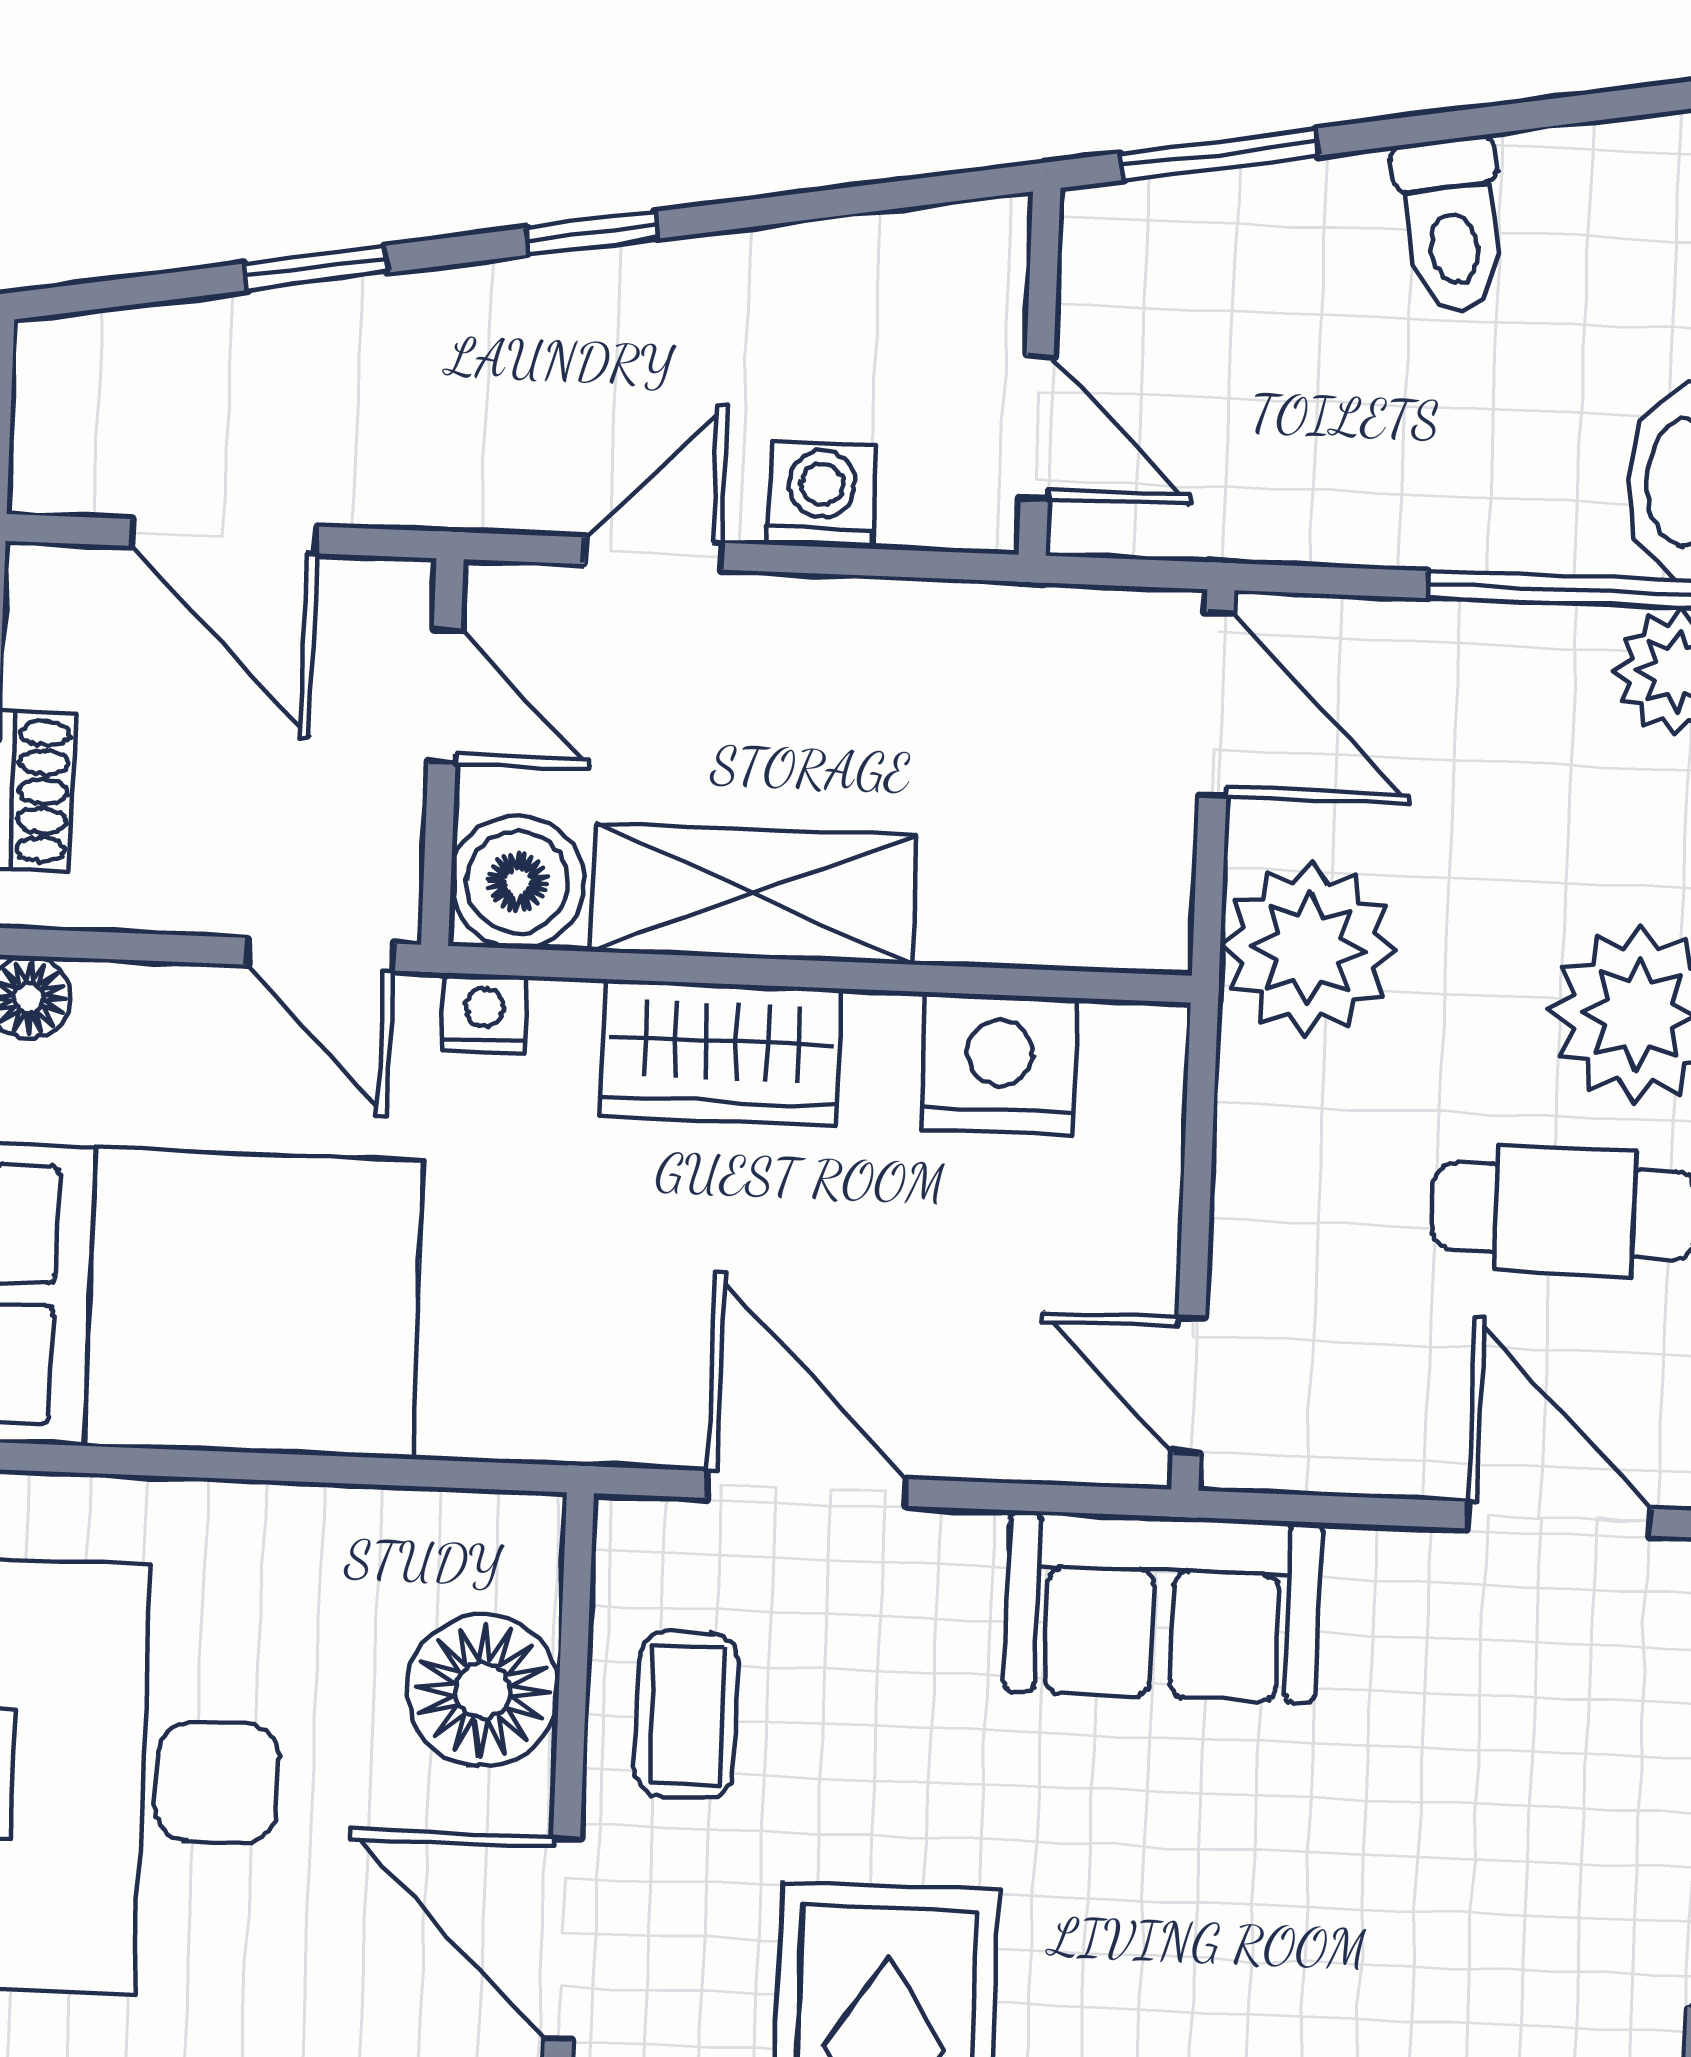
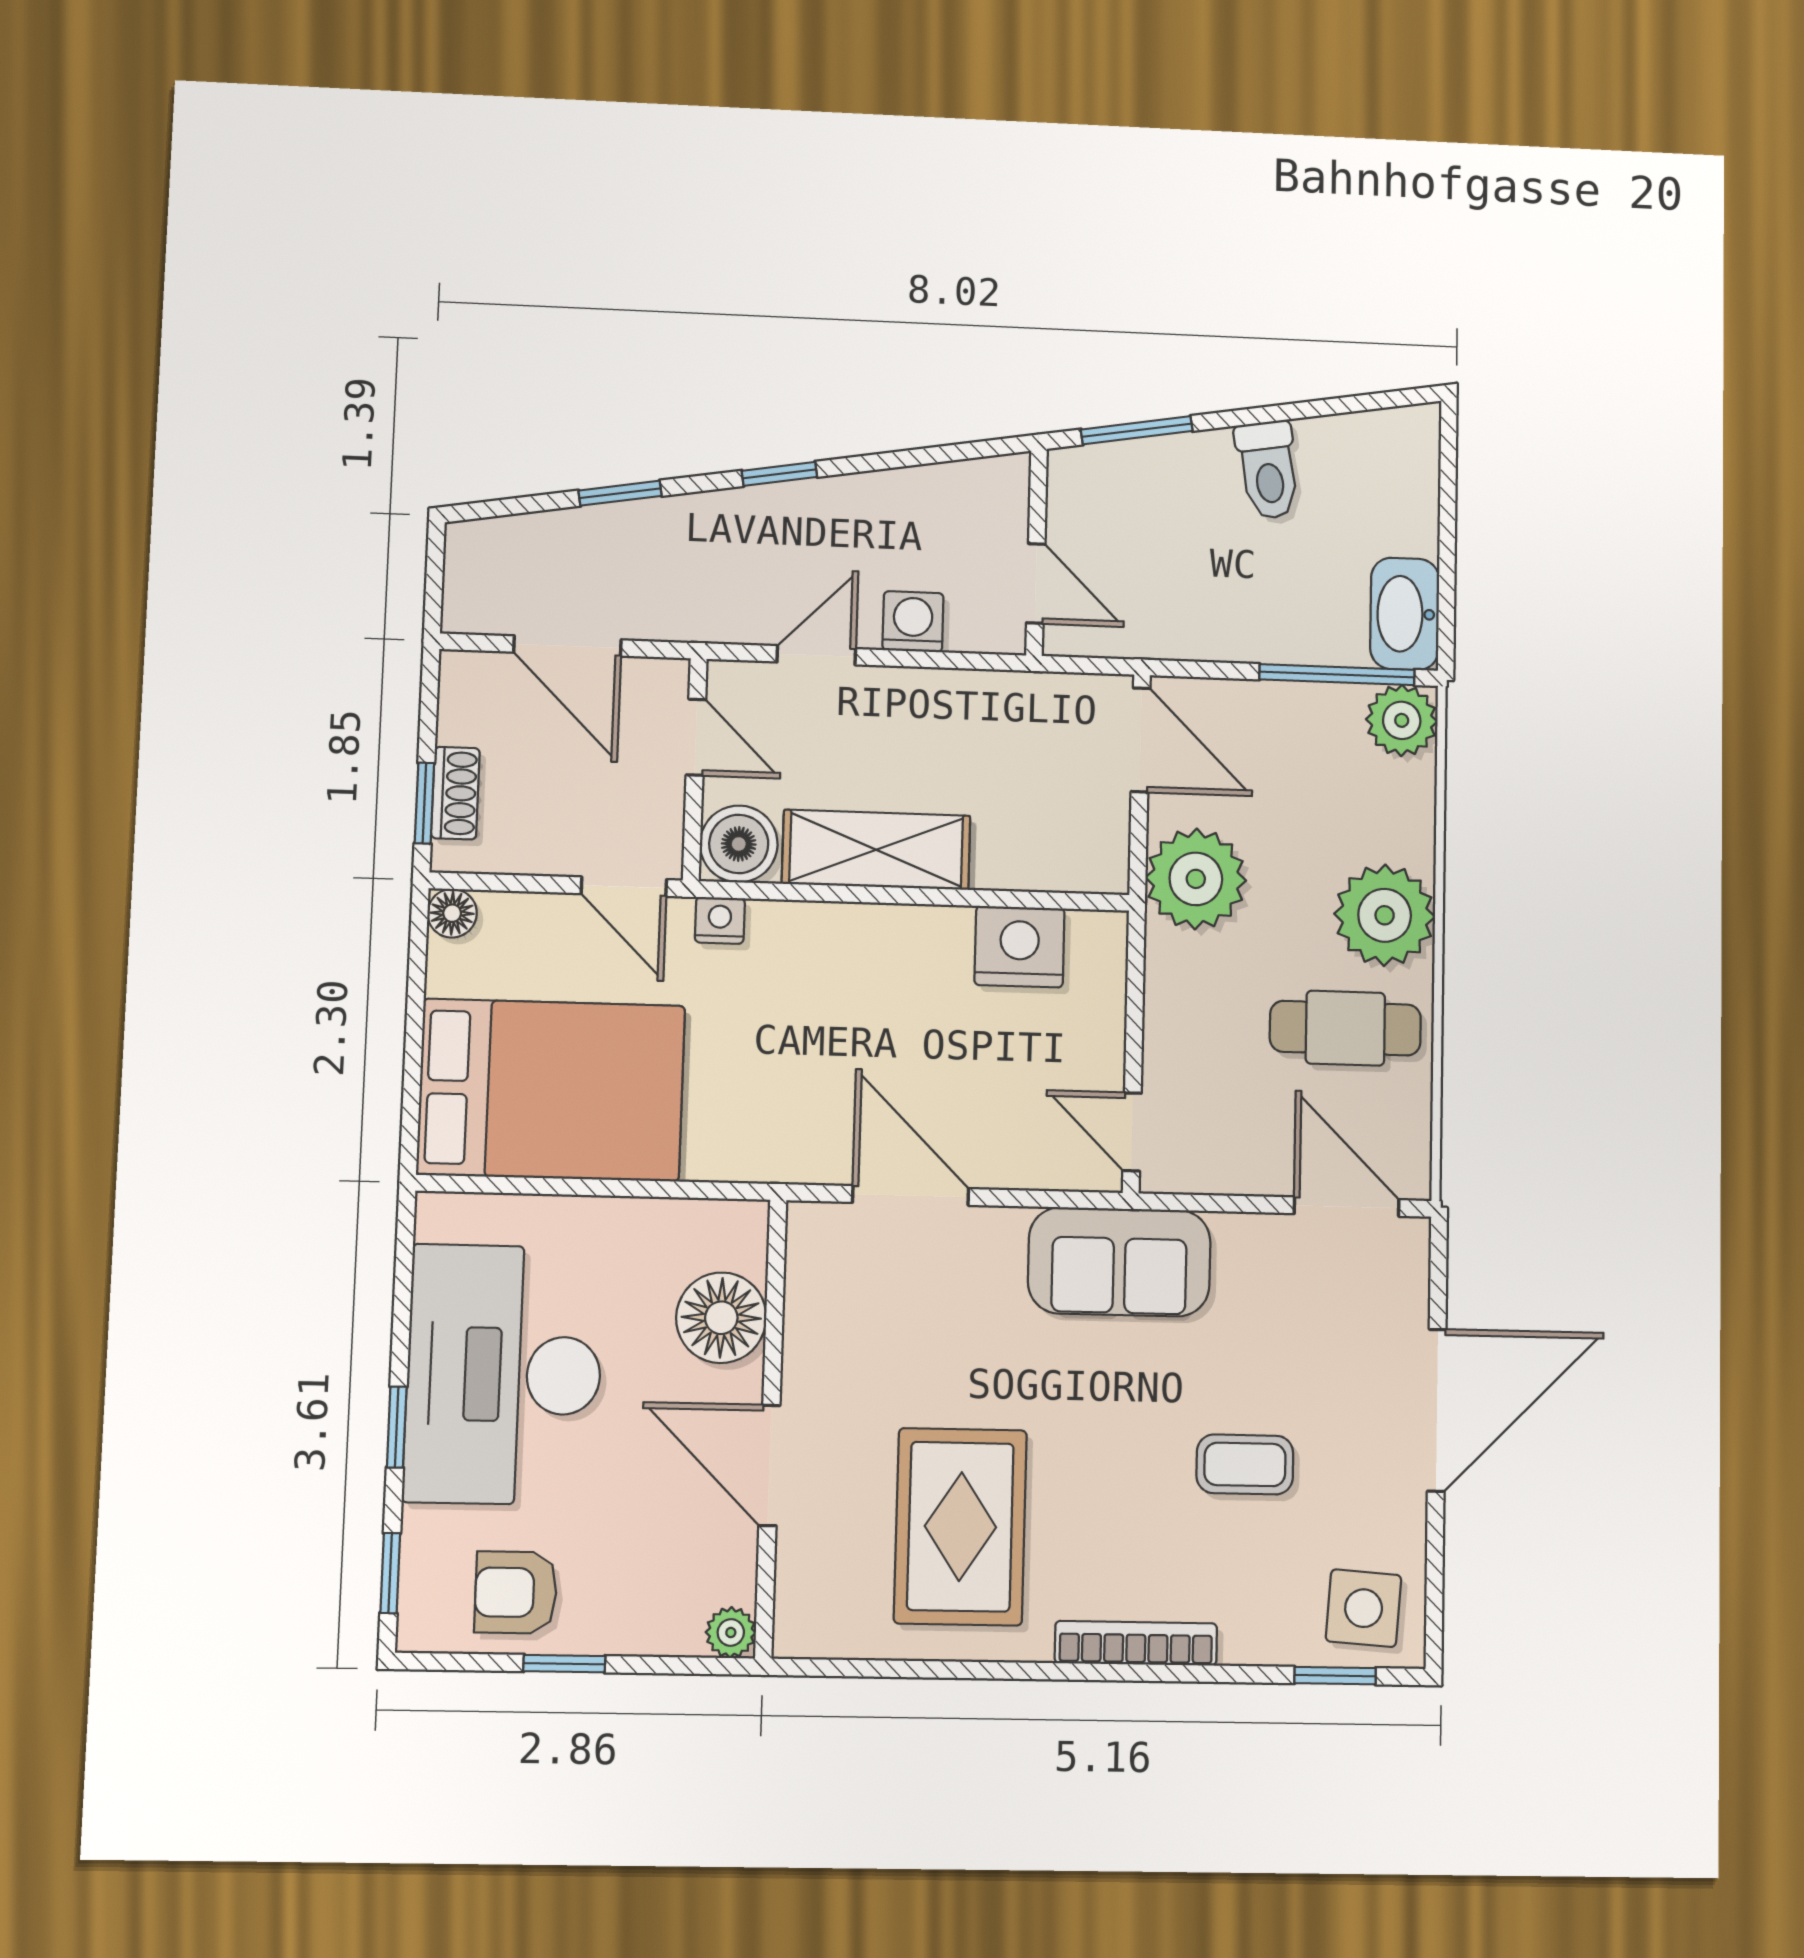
wardrobe: (721, 1052) -> (858, 942), removed
coffee table: (687, 1715) -> (1245, 1464), moved, turned 90

